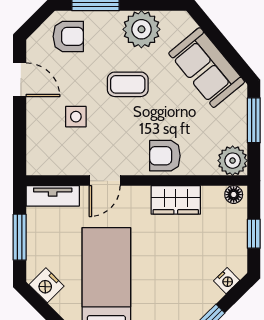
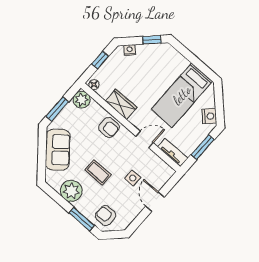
door: (20, 80) -> (155, 202), moved

